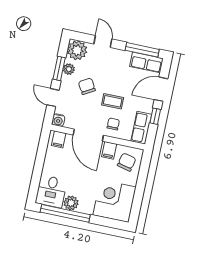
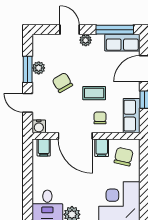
plant: (77, 50) -> (86, 40), moved, width x0.53, depth x0.53

